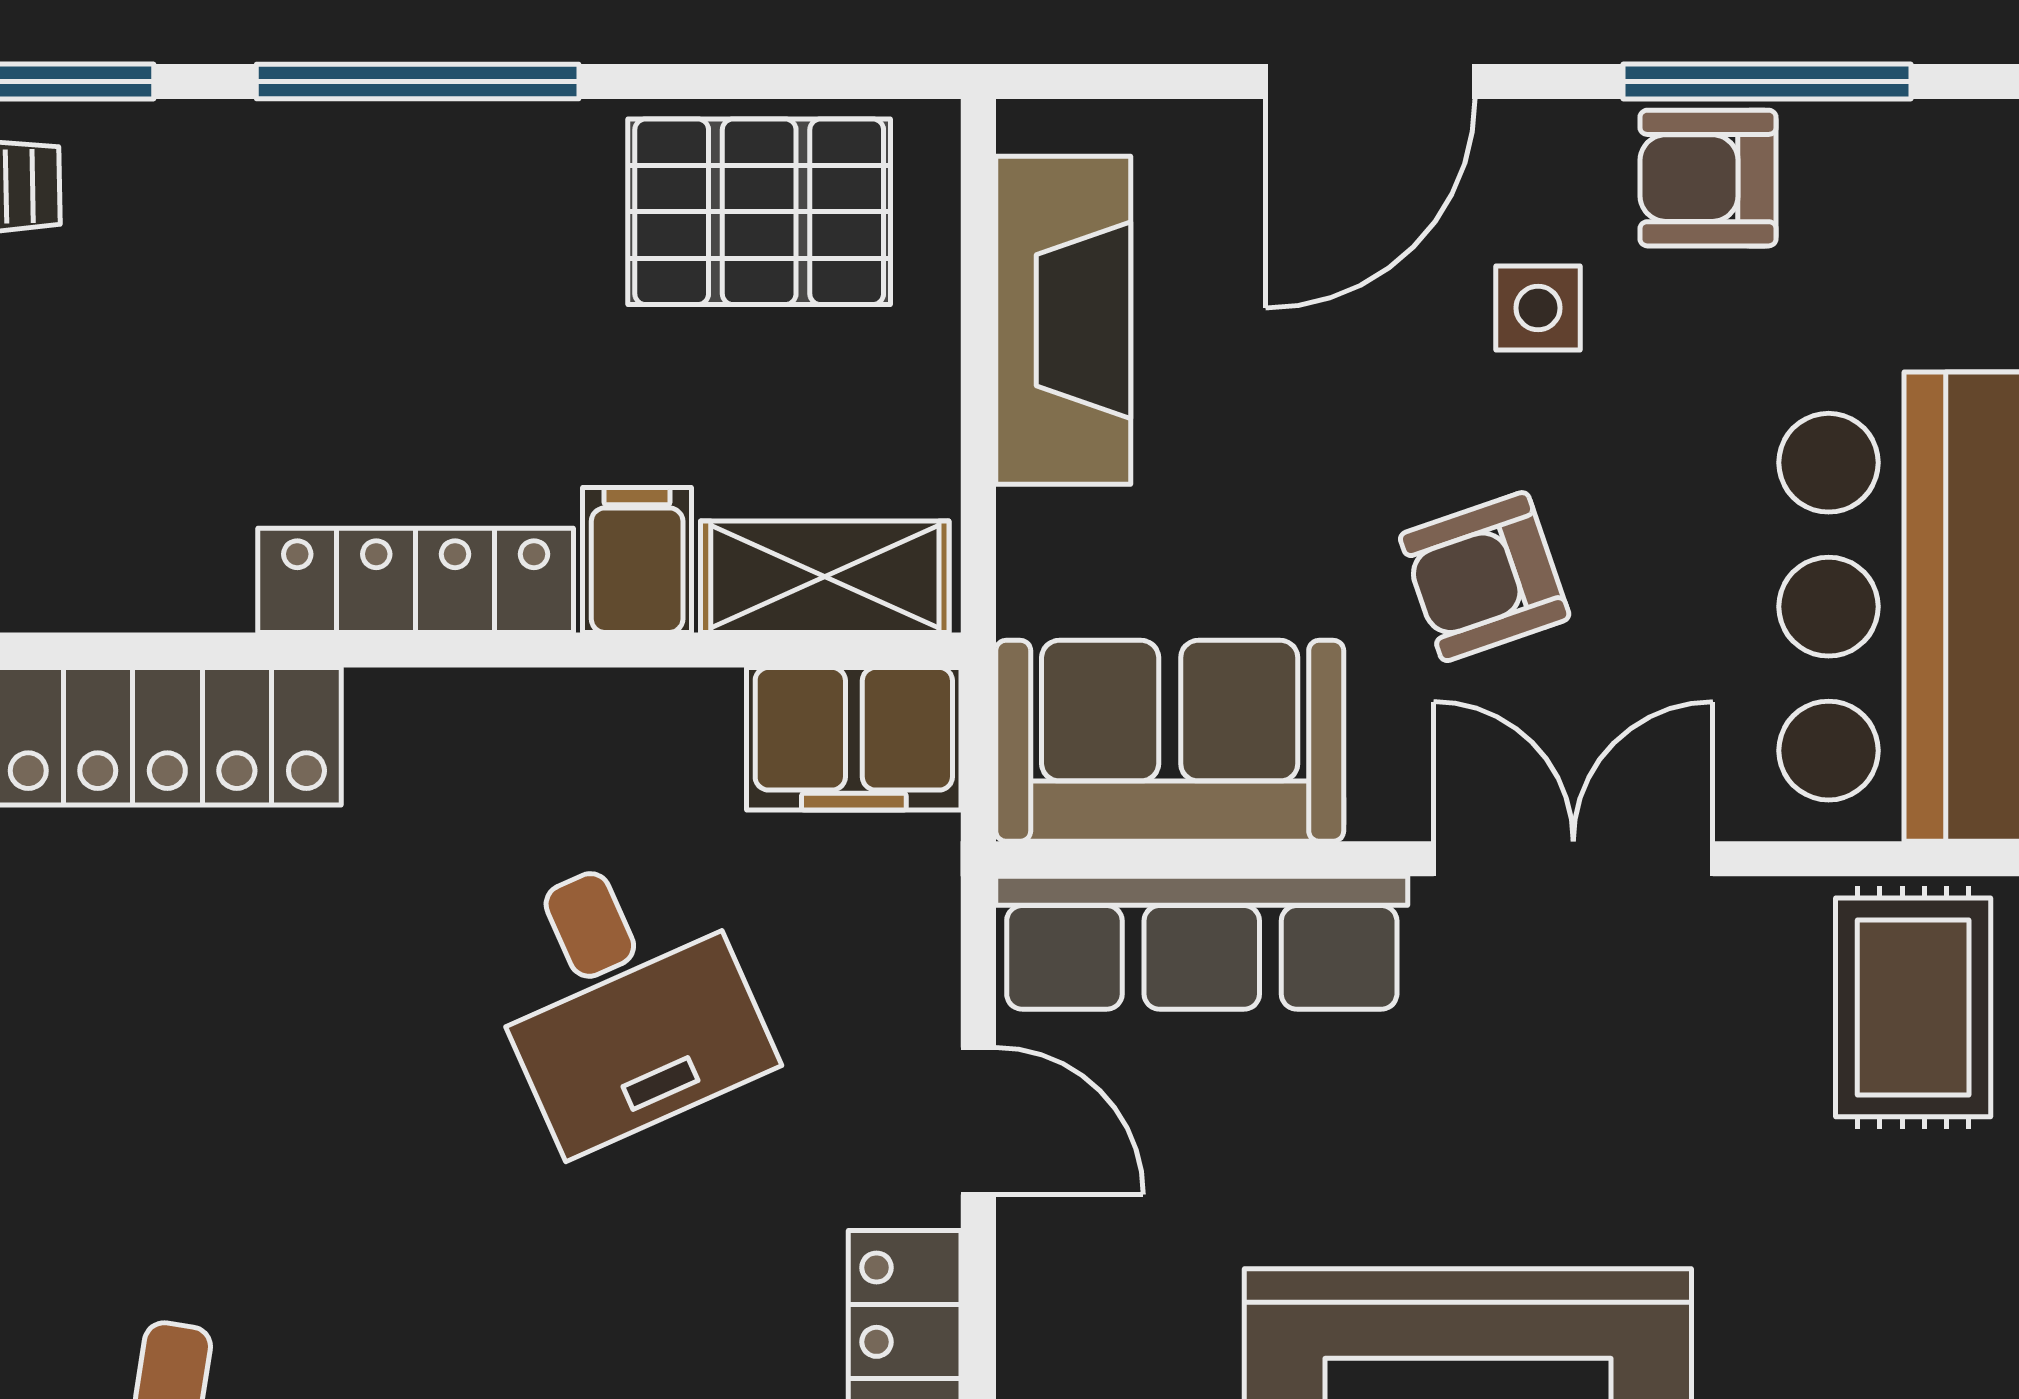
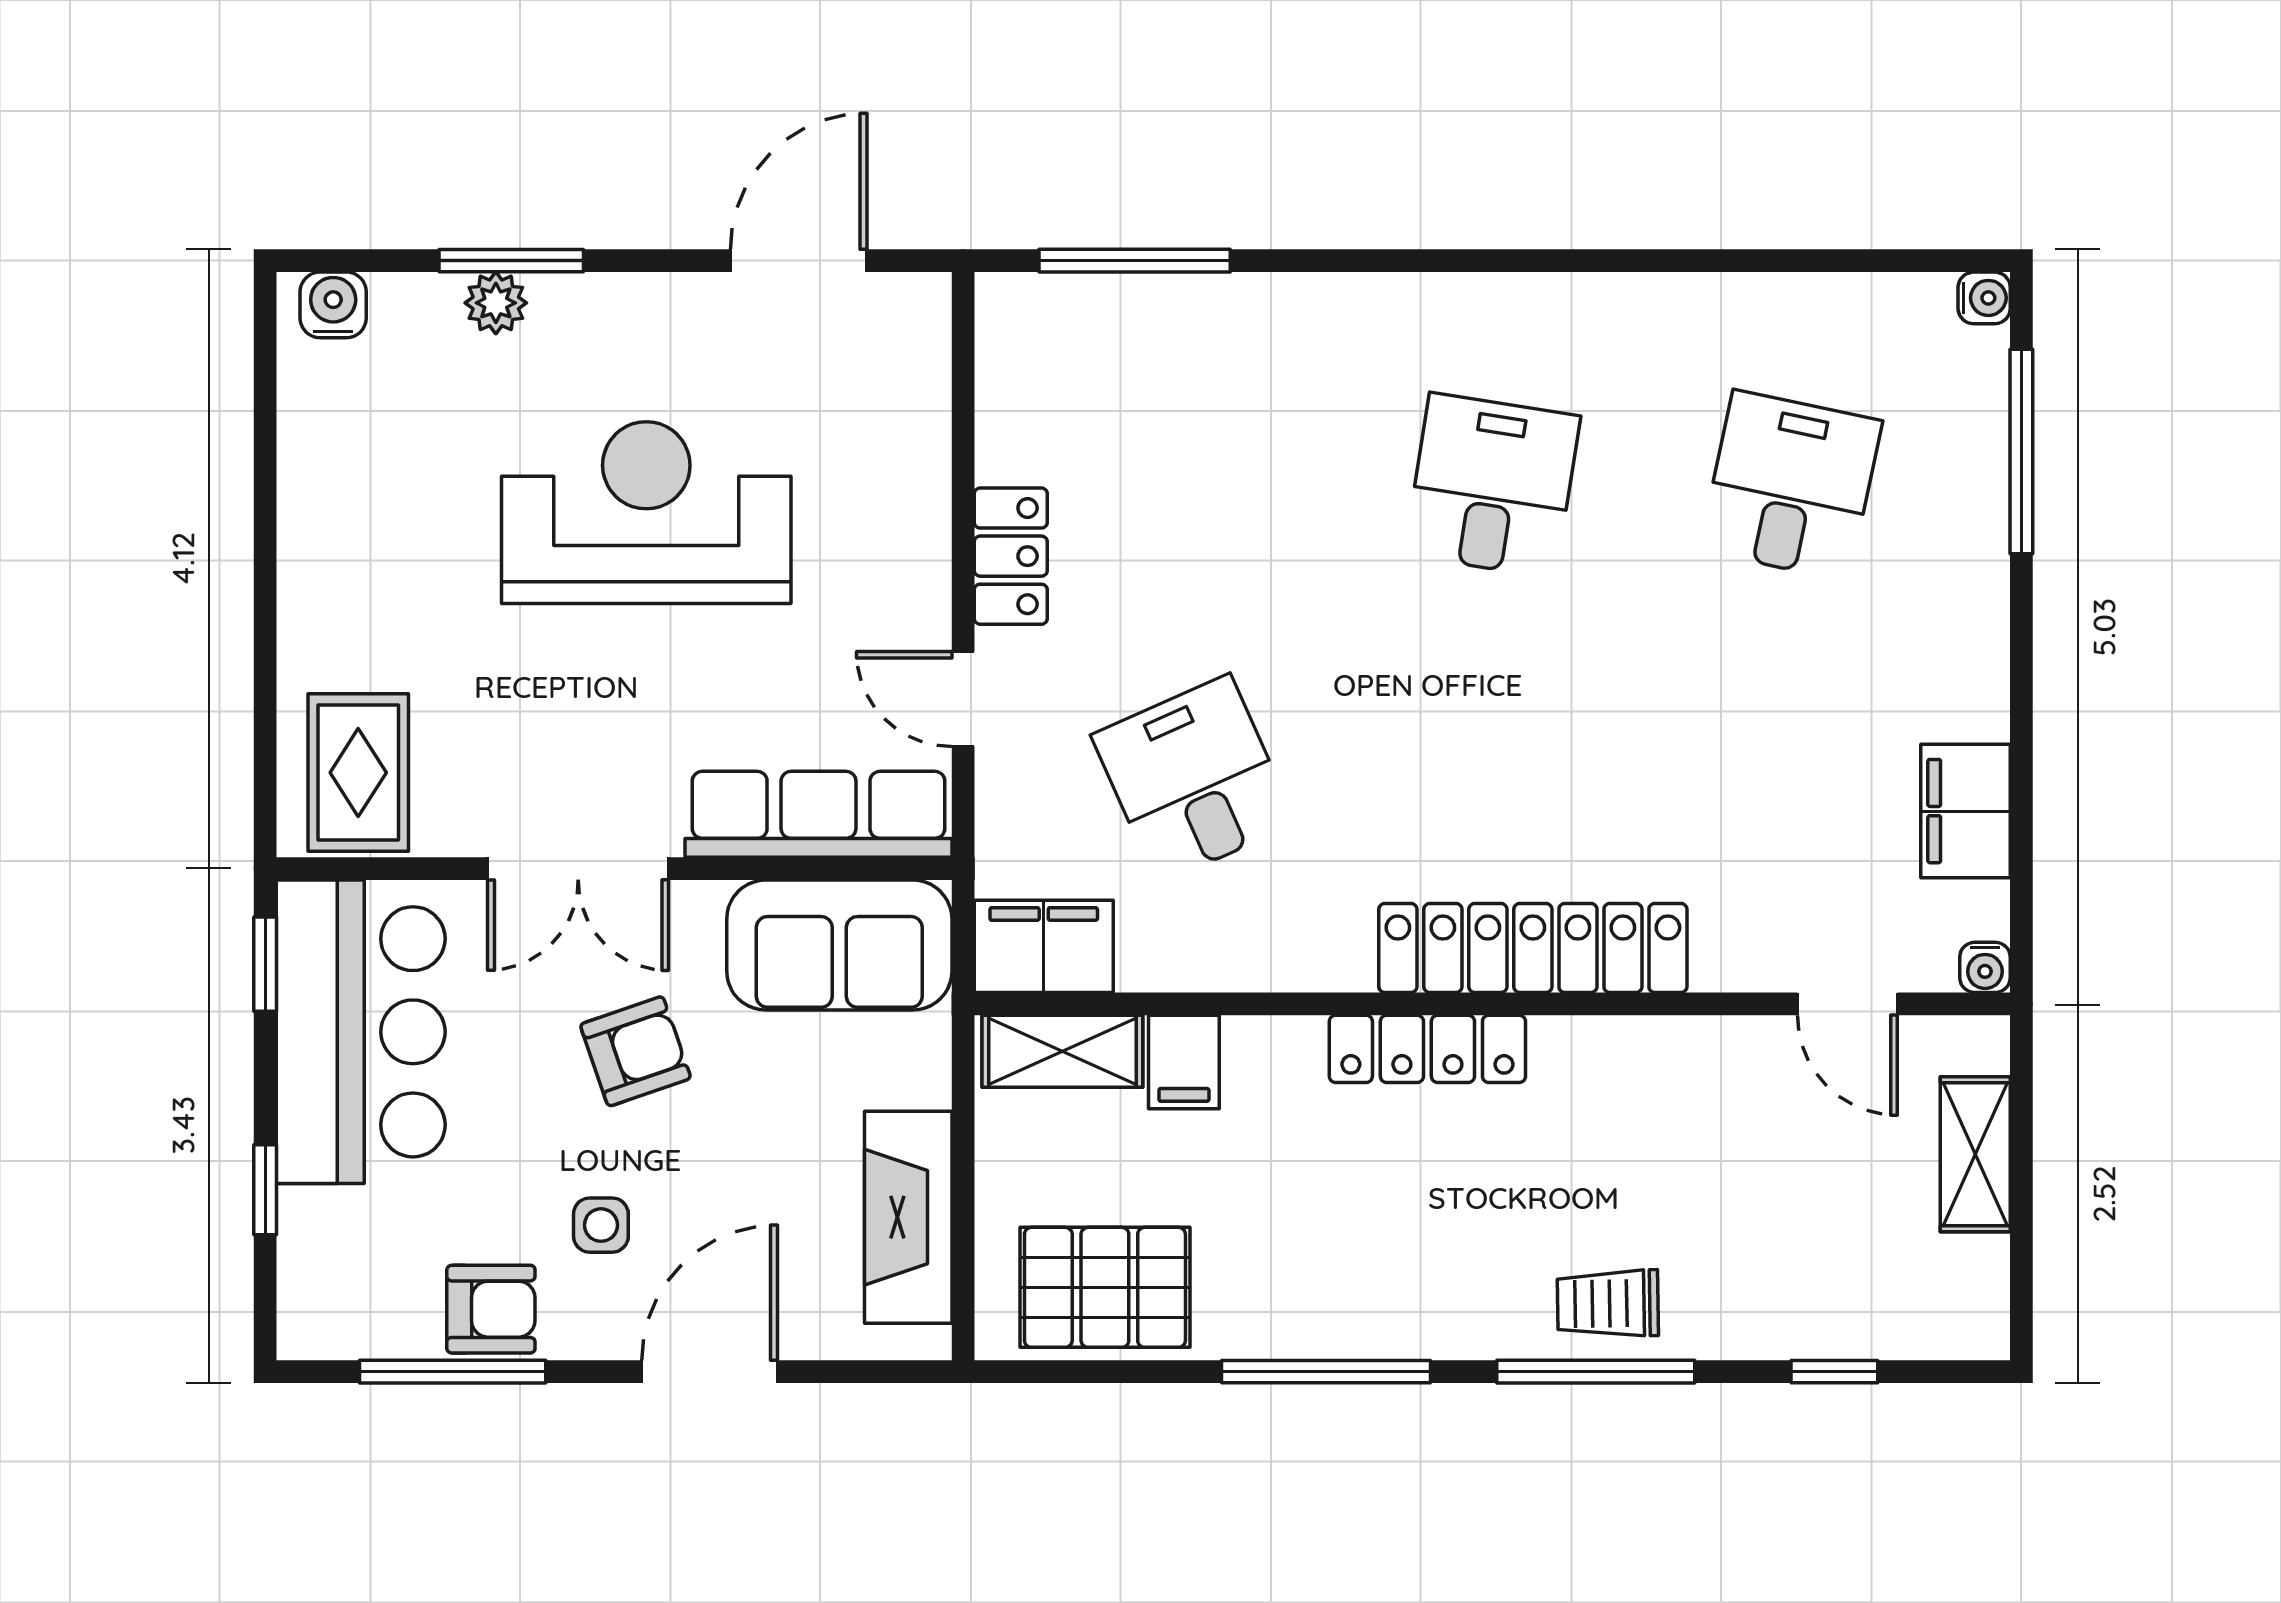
locker: (416, 580) -> (1427, 1049), moved

